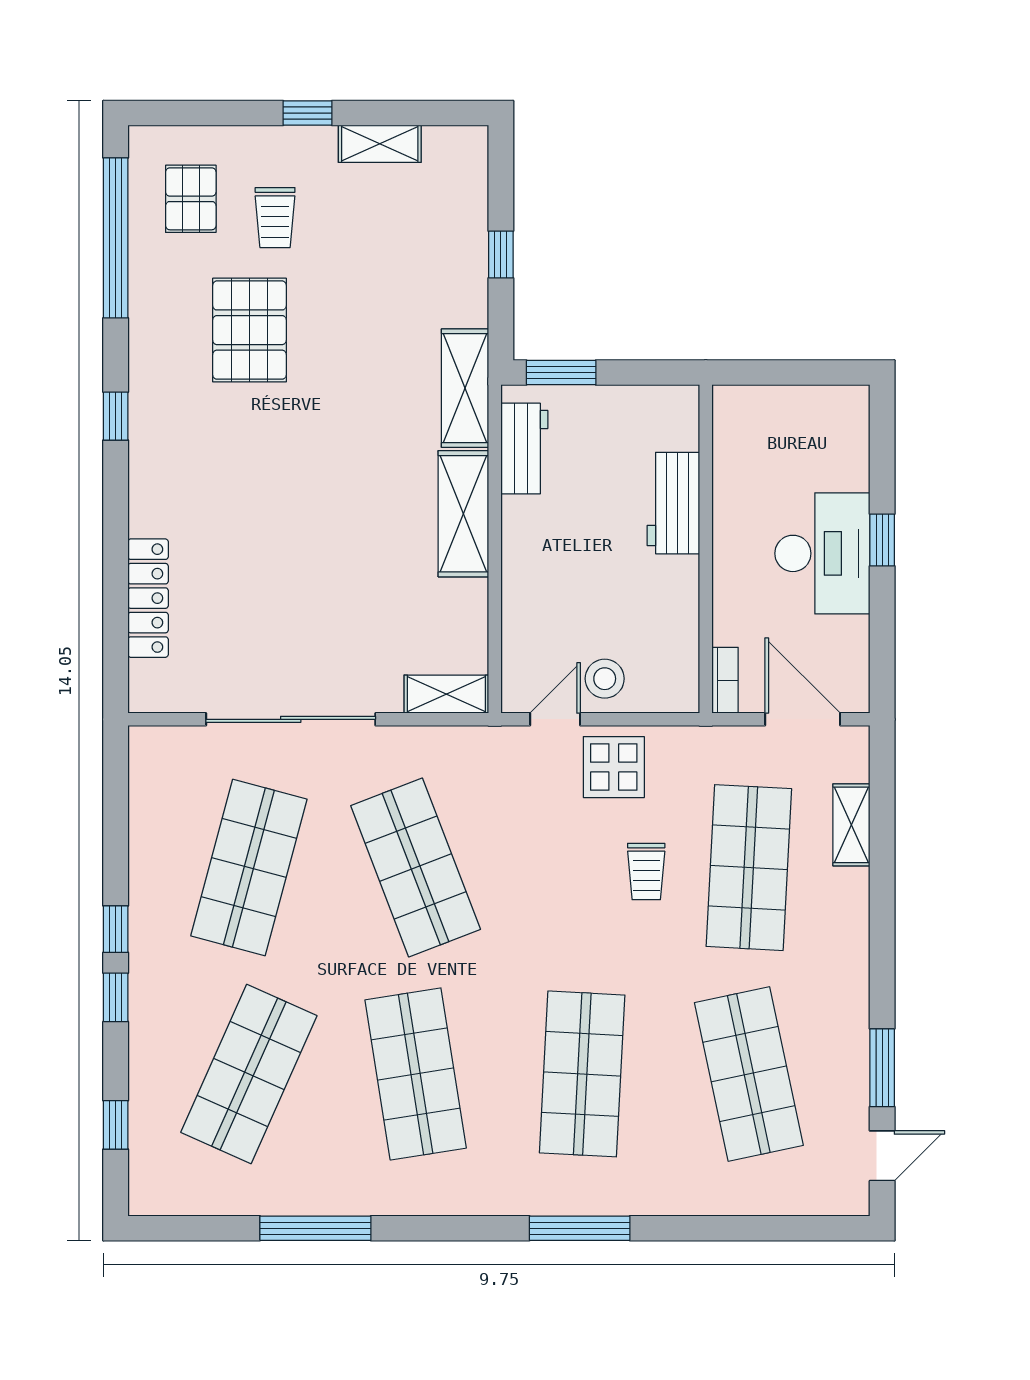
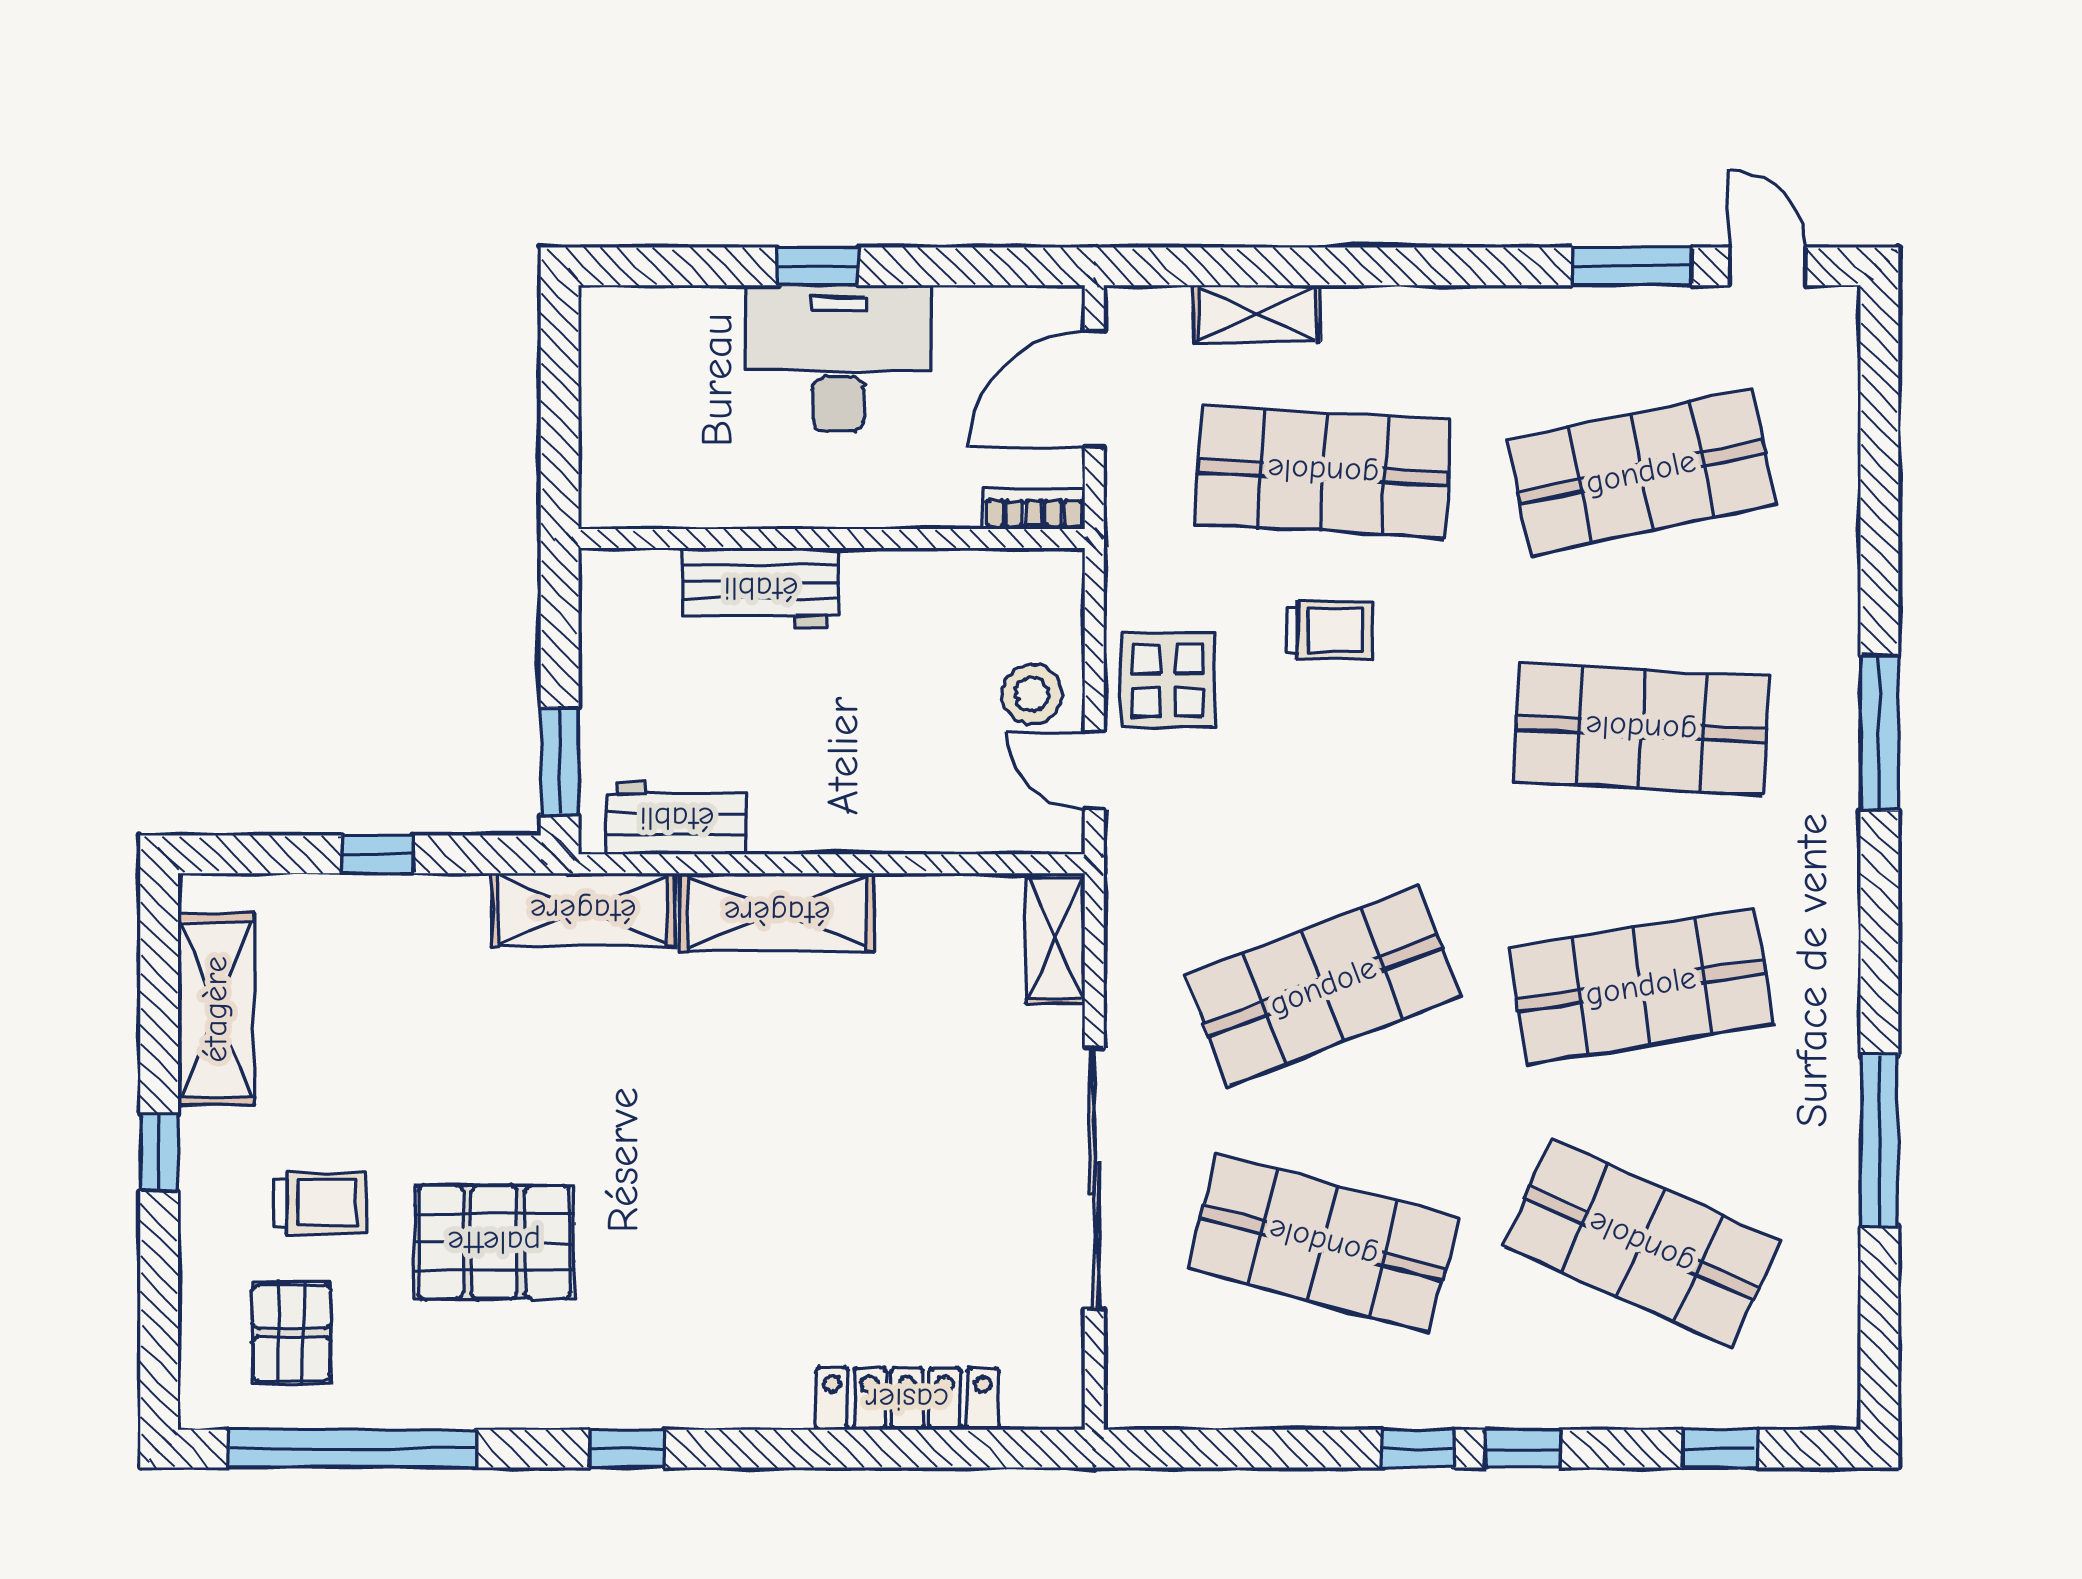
shelving: (380, 144) -> (216, 1009), width x1.50, depth x1.33
pallet: (191, 199) -> (292, 1333), turned 90

